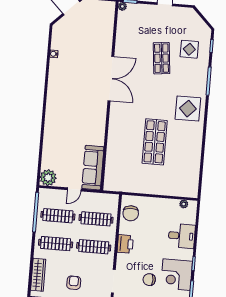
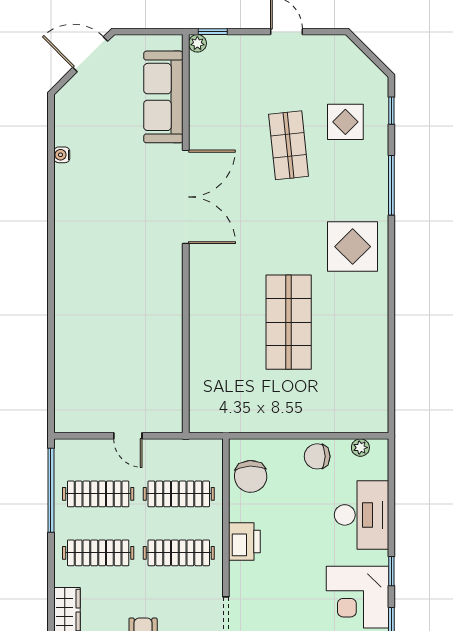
sofa: (93, 168) -> (163, 97), moved
plant: (48, 178) -> (71, 416), removed
door: (74, 189) -> (128, 436), hinge flipped
desk: (182, 236) -> (362, 515), width x1.37
chair: (149, 280) -> (317, 456), moved

